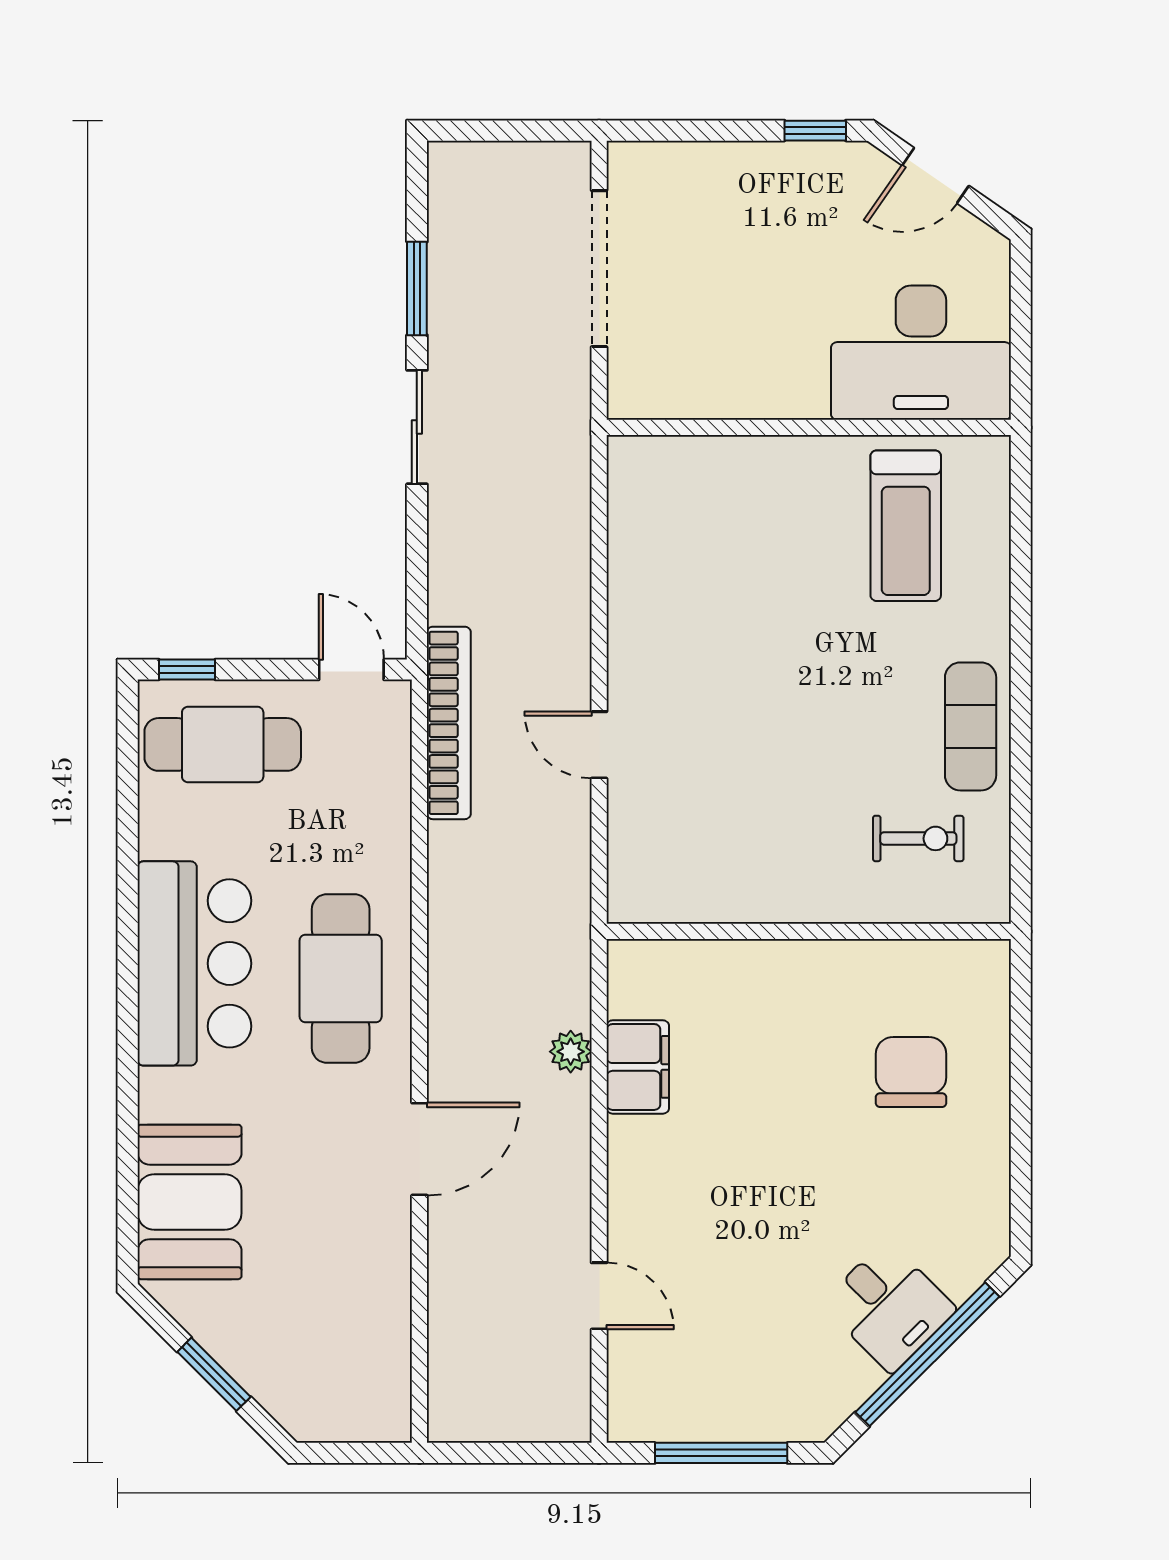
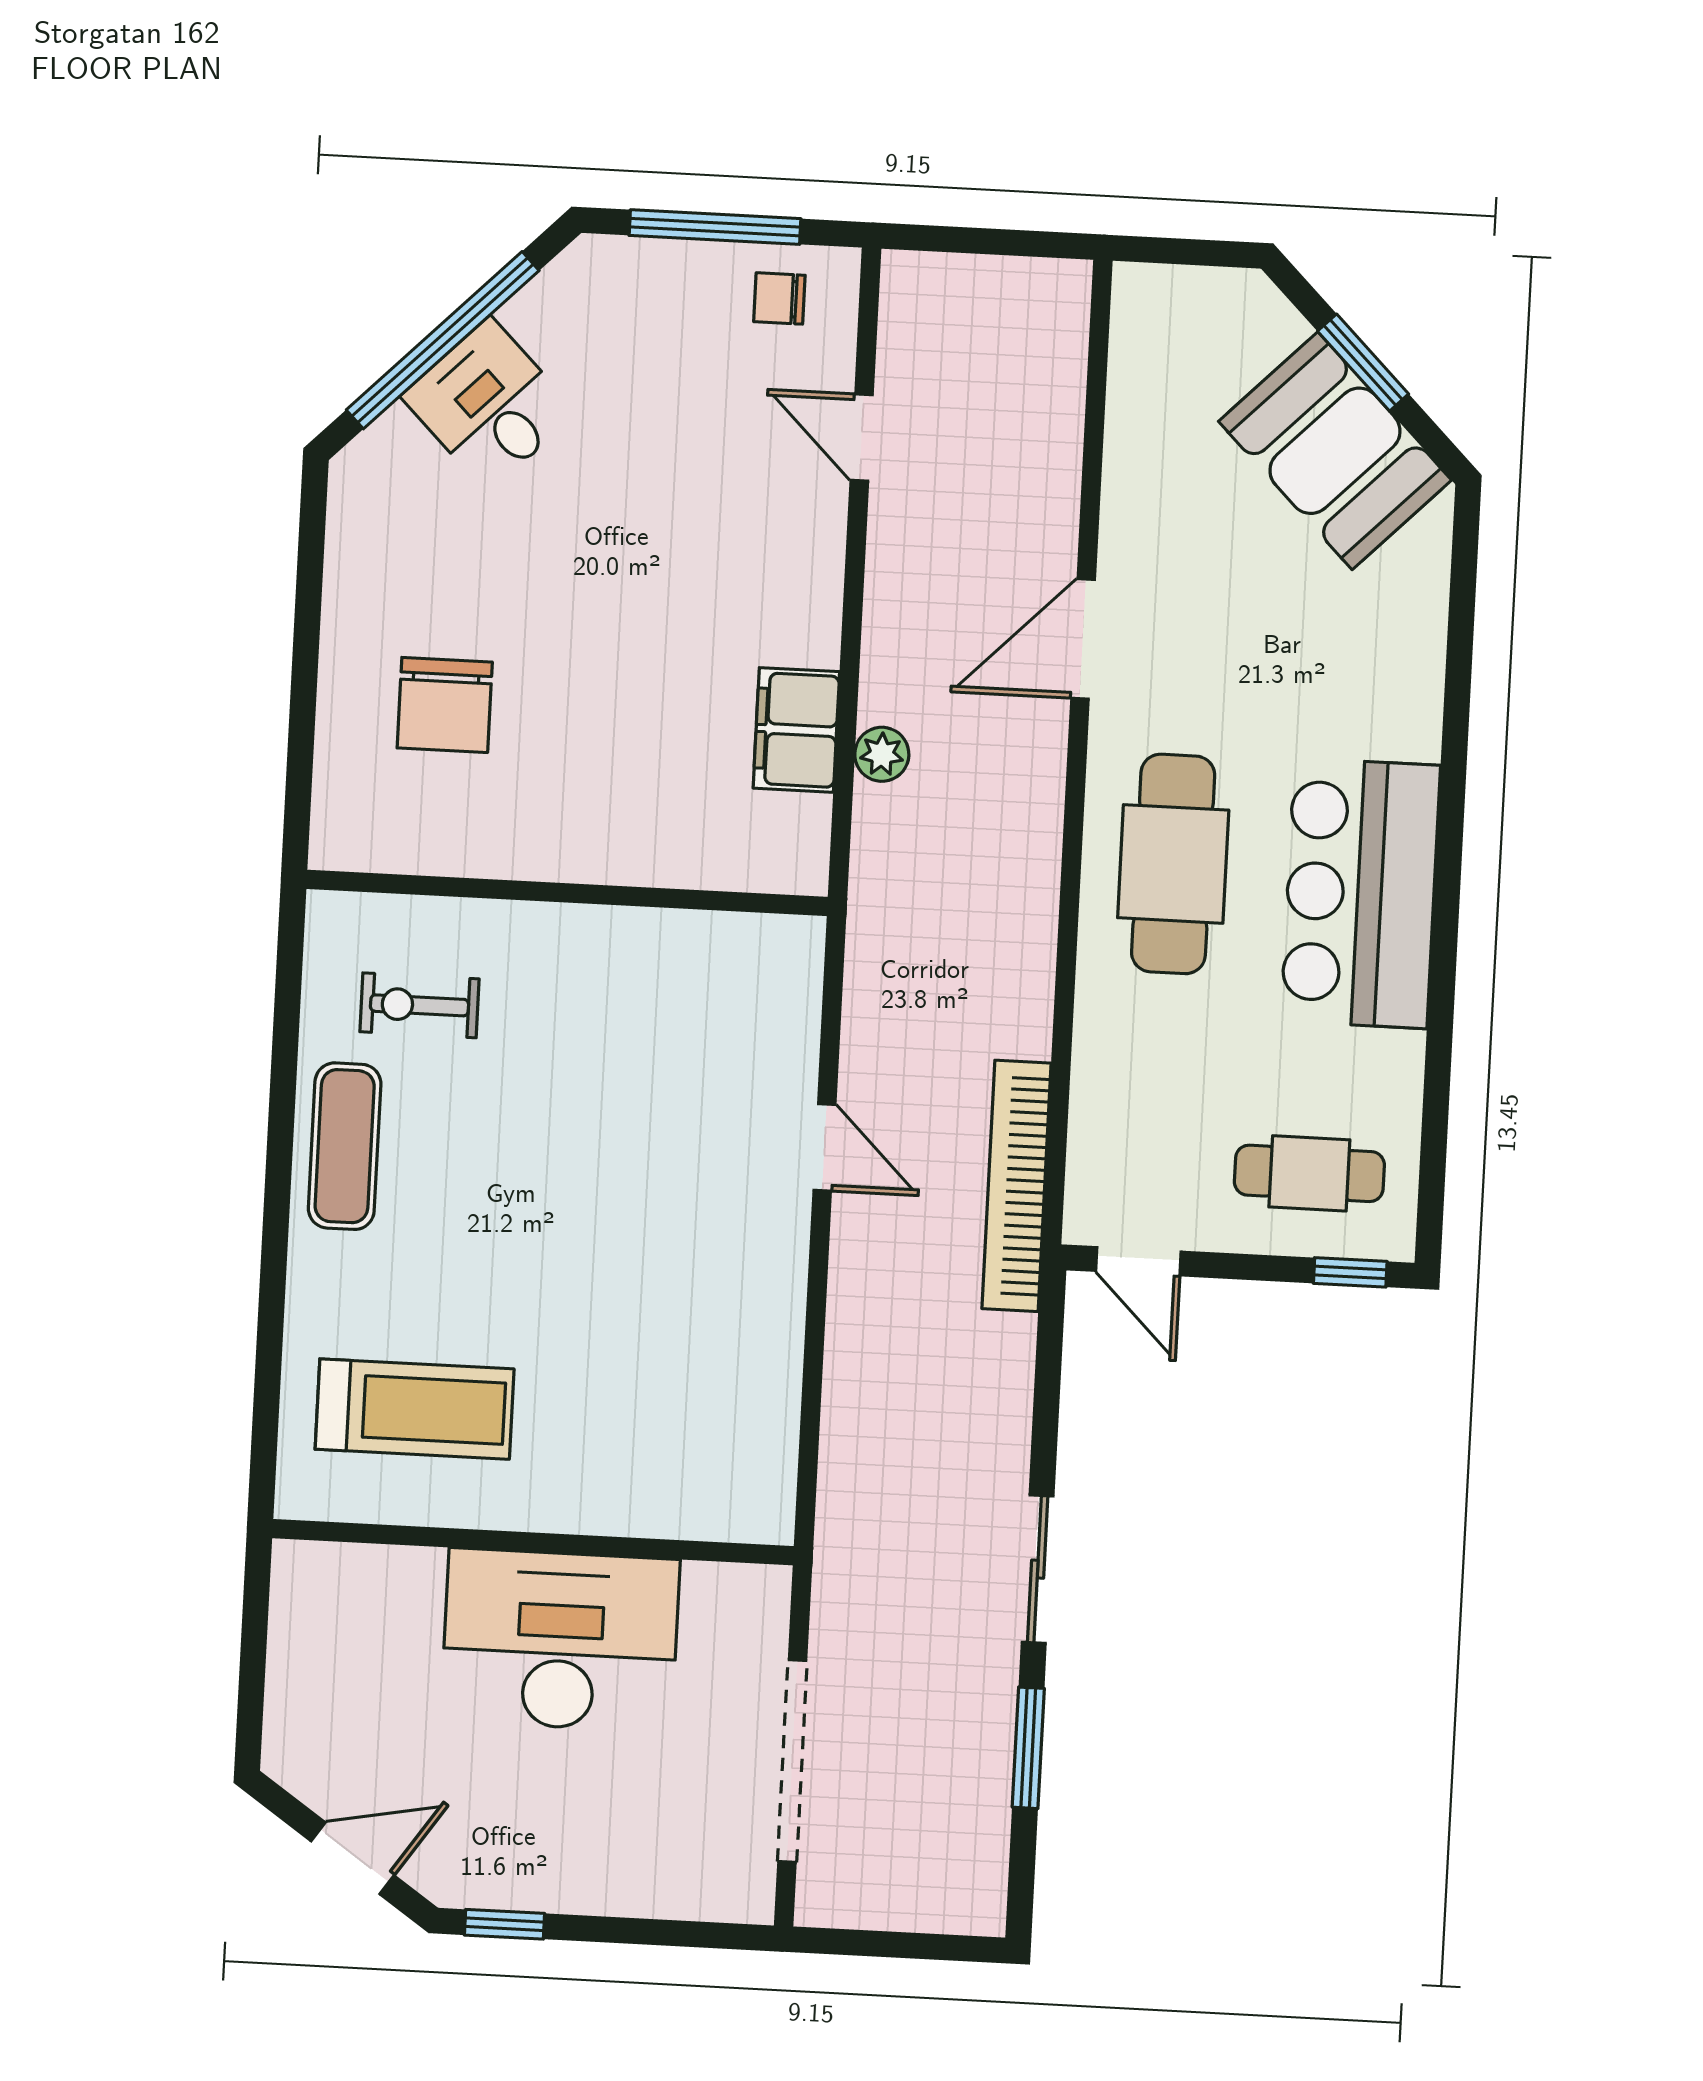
desk: (921, 353) -> (560, 1640), moved
treadmill: (906, 526) -> (415, 1409), turned 90
cafe table: (223, 744) -> (1309, 1173), width x0.73, depth x0.74
booth: (189, 1202) -> (1335, 451), moved, turned -45
chair: (668, 1400) -> (779, 298), added

